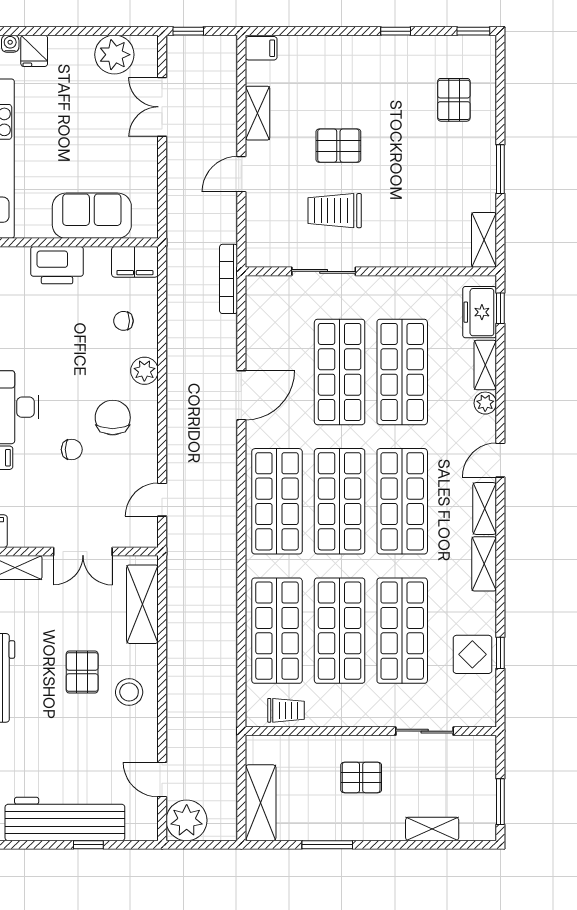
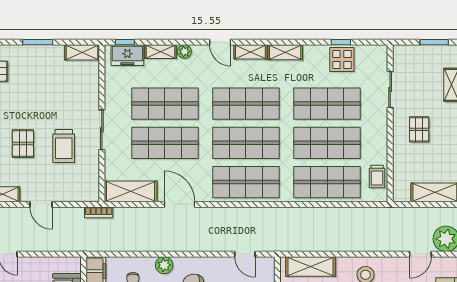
sliding door: (324, 271) -> (102, 130), moved
bookcase: (229, 279) -> (99, 212), width x0.64
shelving: (262, 317) -> (131, 191), added
trolley: (286, 710) -> (377, 176), turned 180

